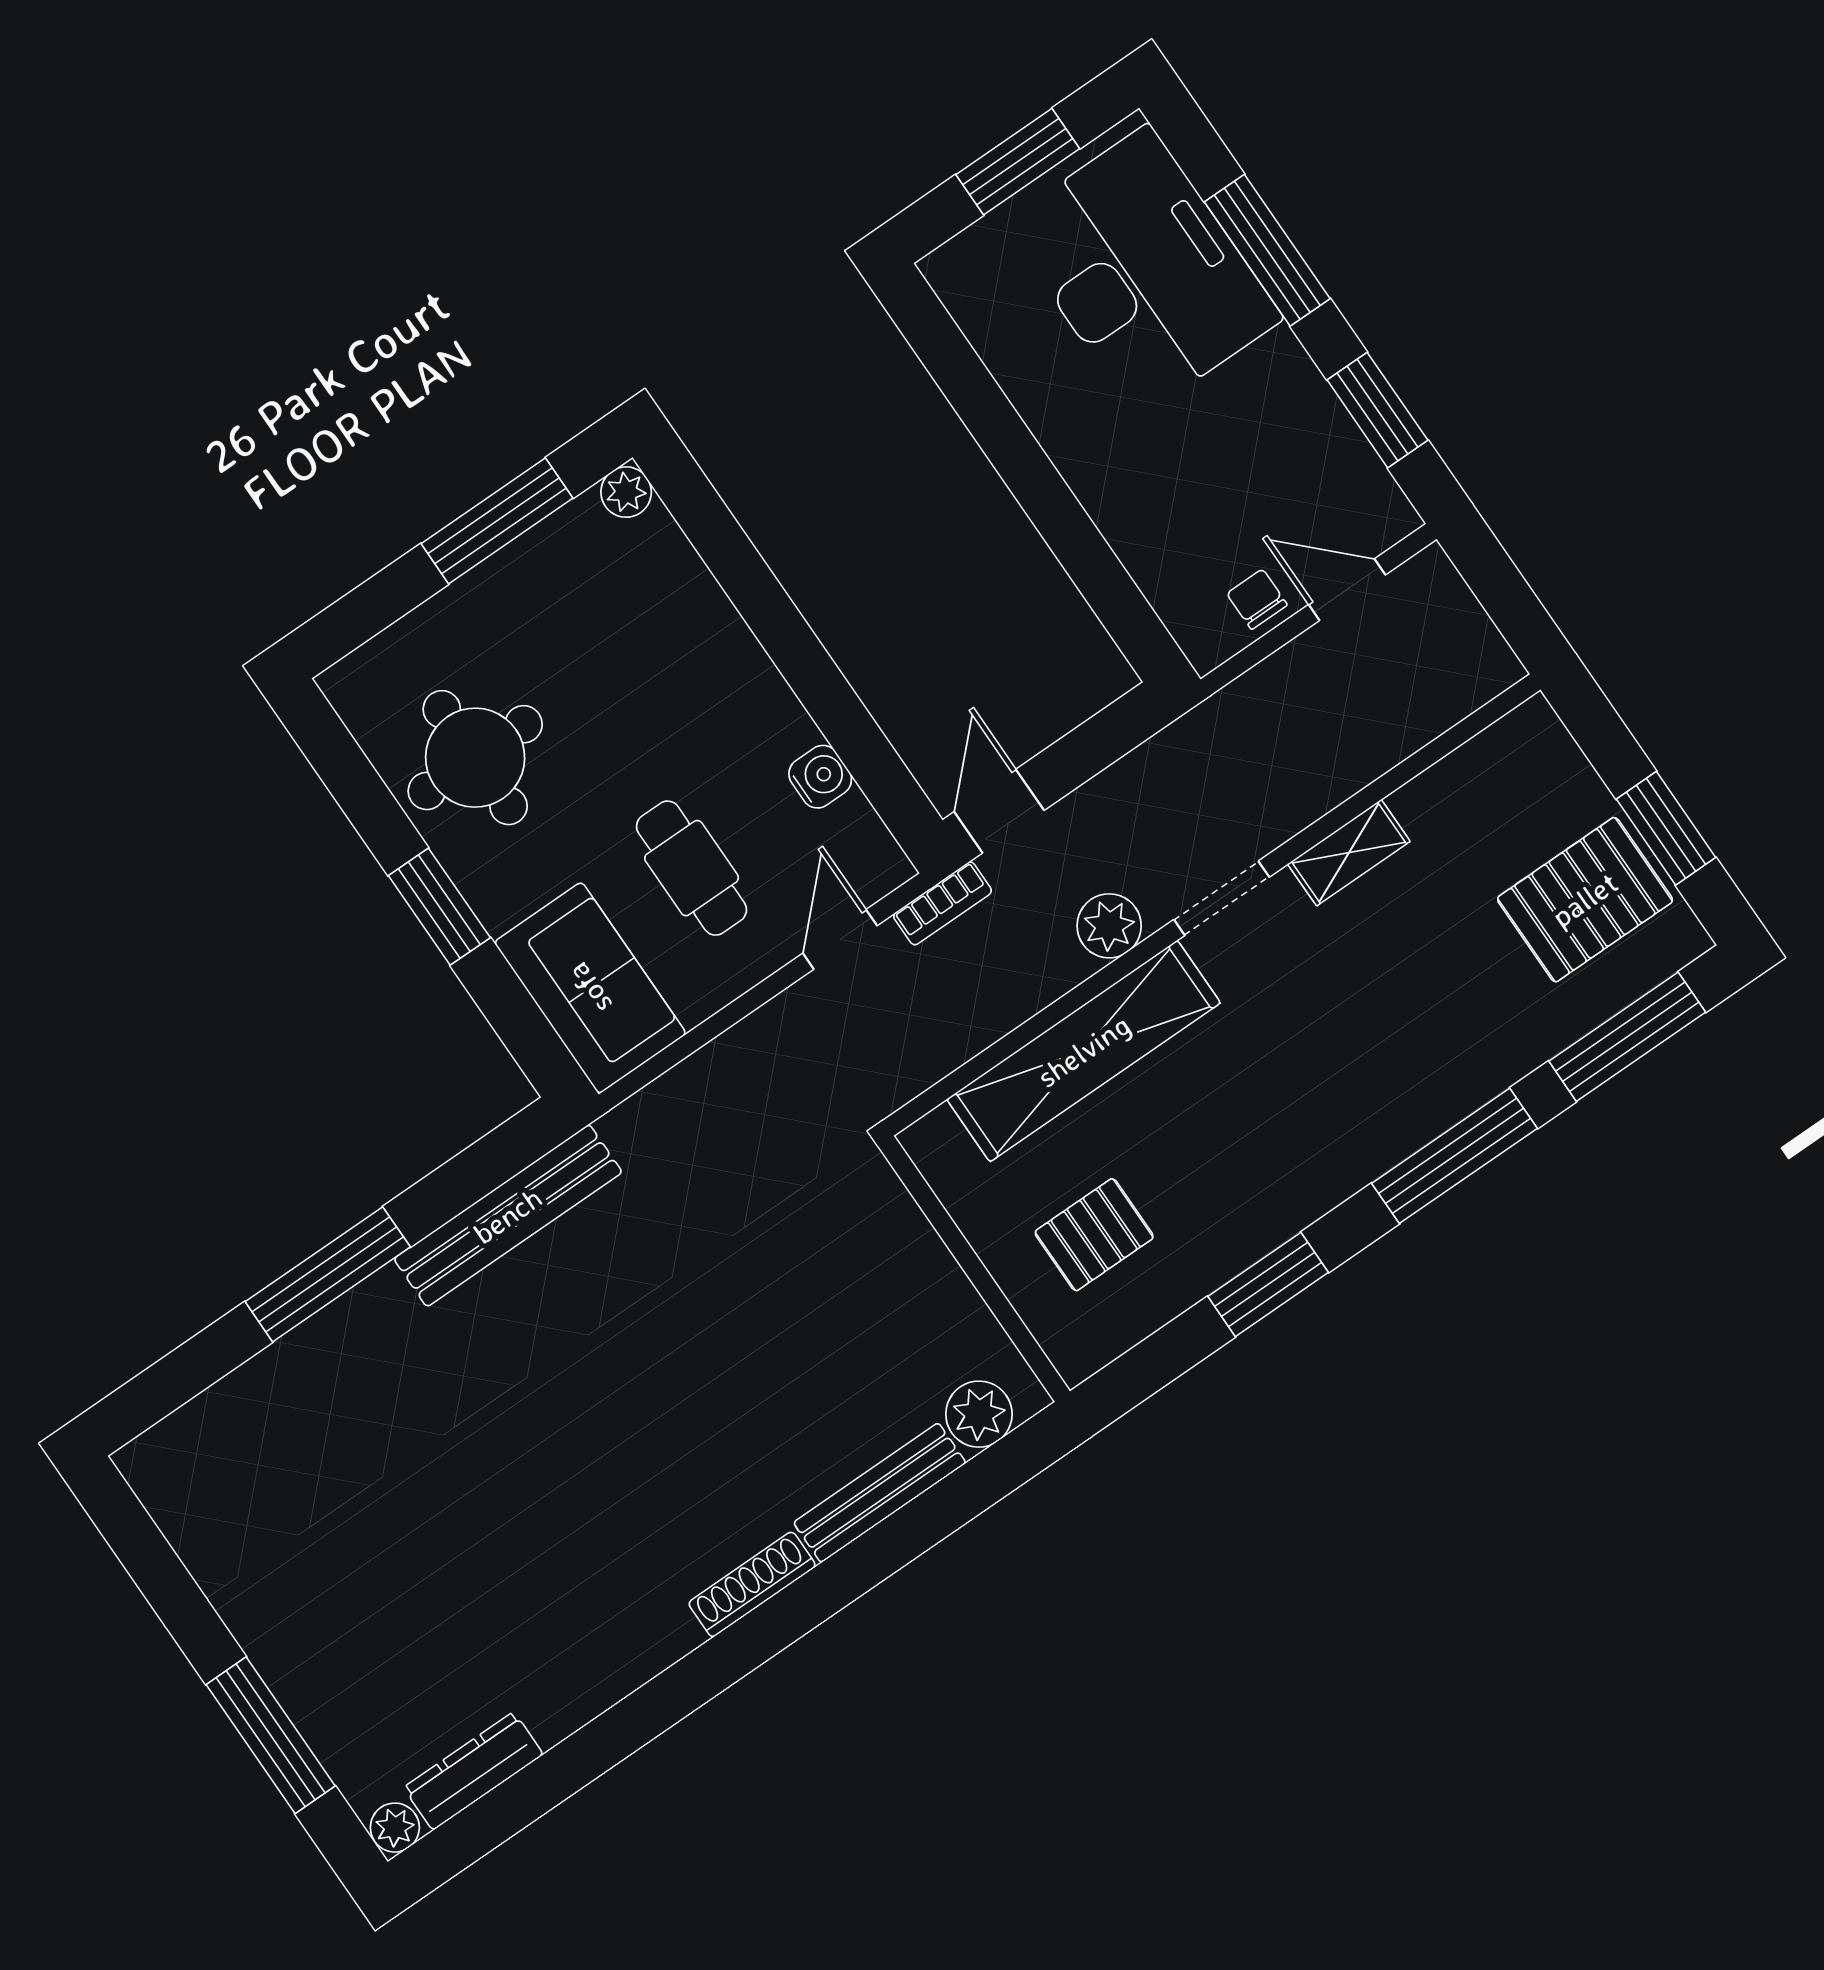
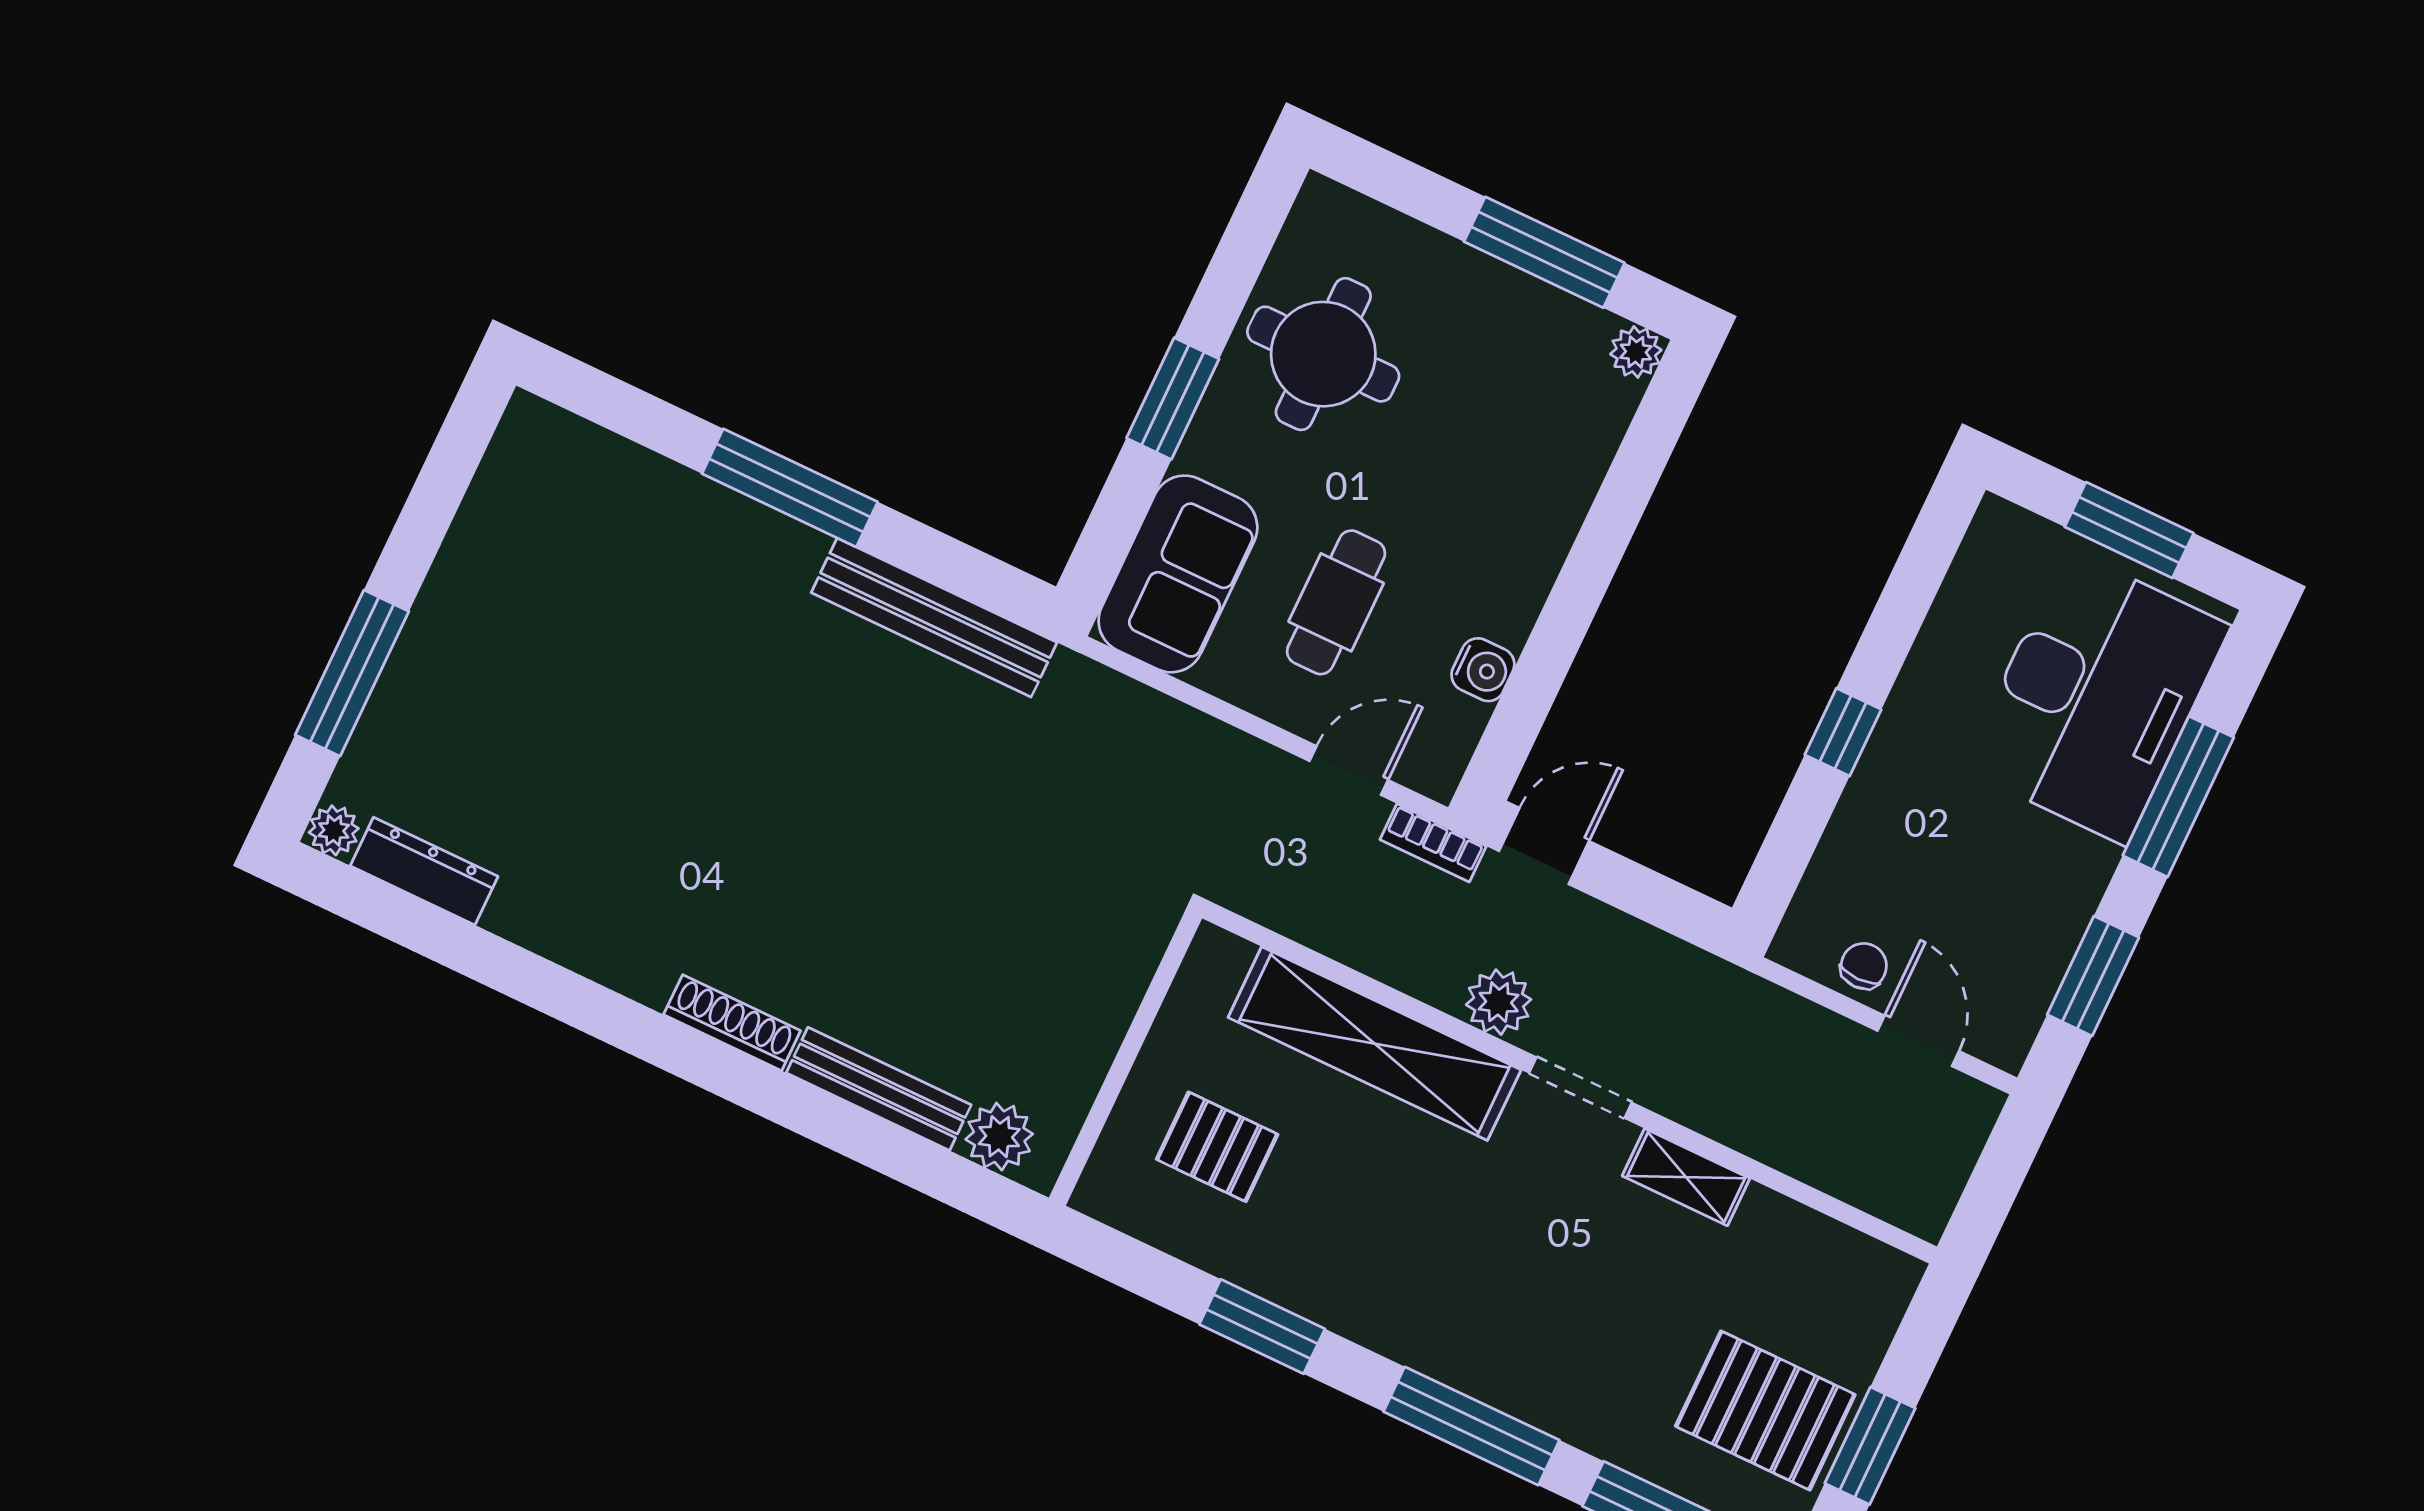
window: (1049, 503) -> (1843, 732), added

